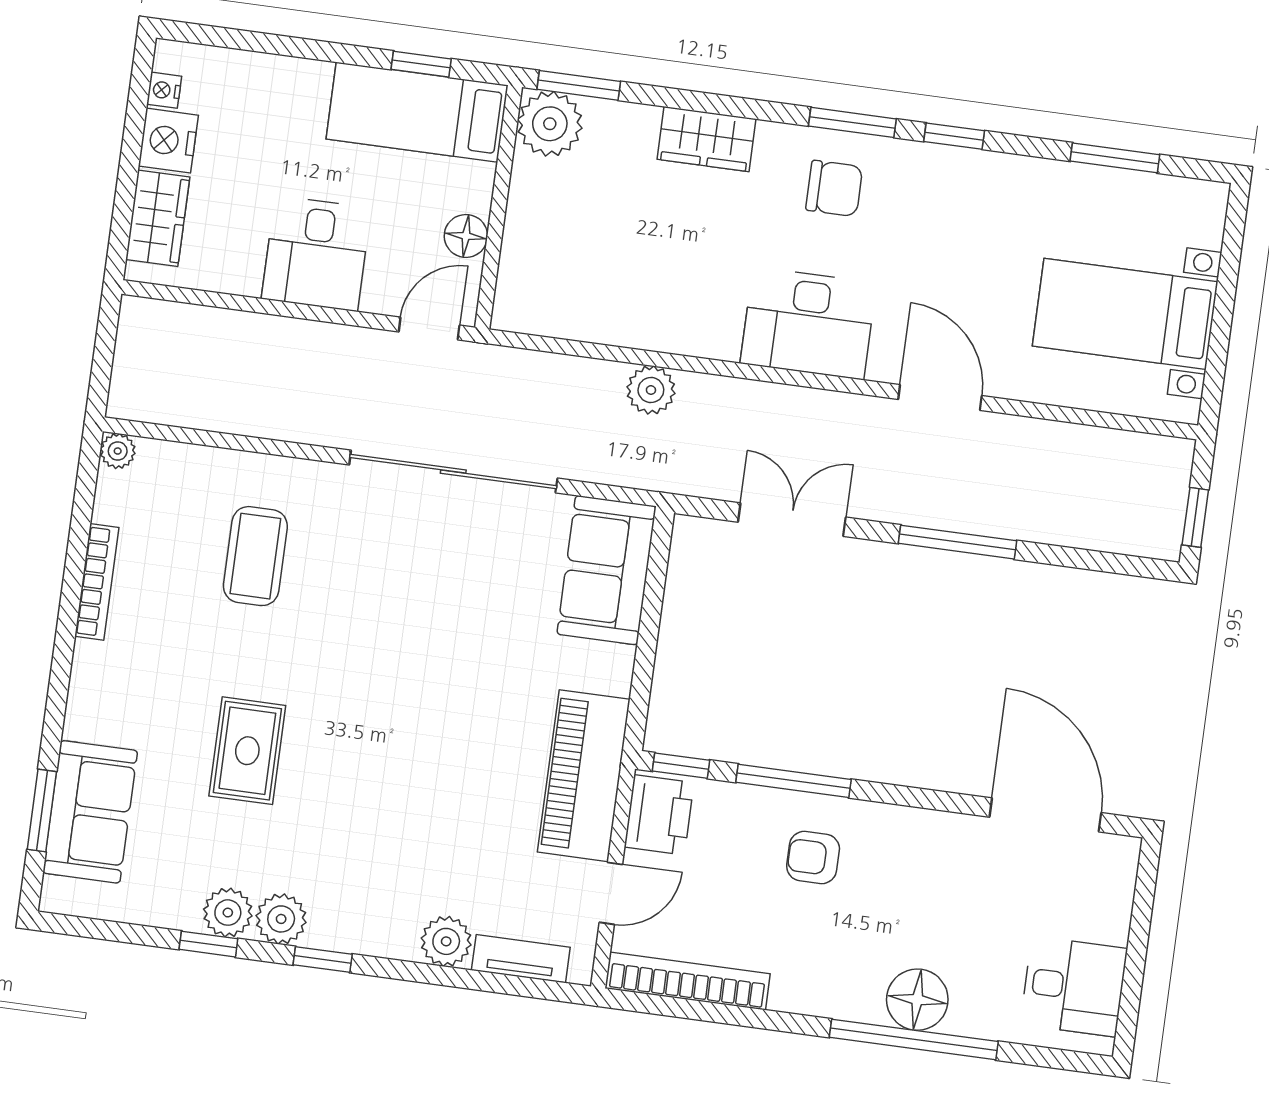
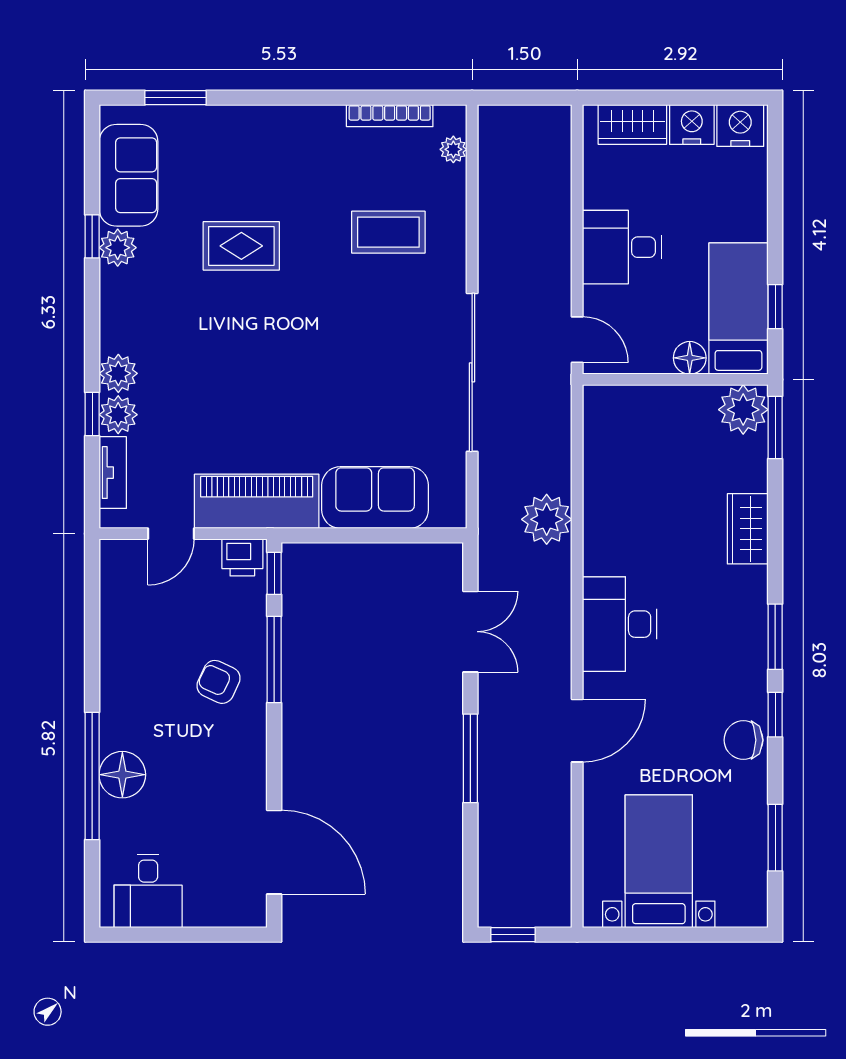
nightstand: (164, 90) -> (740, 125), width x1.89, depth x1.79
chair: (834, 188) -> (743, 740), moved, turned 90
floor lamp: (466, 236) -> (690, 358), moved
plant: (651, 390) -> (547, 519), width x1.36, depth x1.36
plant: (118, 451) -> (453, 149), moved
sofa: (607, 570) -> (375, 498), moved
bookcase: (97, 582) -> (390, 116), moved
sofa: (90, 812) -> (128, 175), moved, turned -90
printer: (659, 815) -> (242, 557), width x0.73, depth x0.81
door: (1045, 815) -> (274, 852), hinge flipped
armchair: (813, 857) -> (219, 682), turned -65
door: (611, 893) -> (171, 534), hinge flipped
plant: (281, 919) -> (118, 373), moved
window: (323, 960) -> (92, 414), moved
bookcase: (688, 981) -> (113, 600), removed

